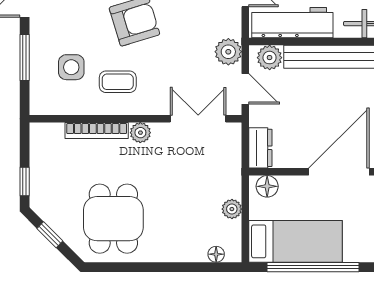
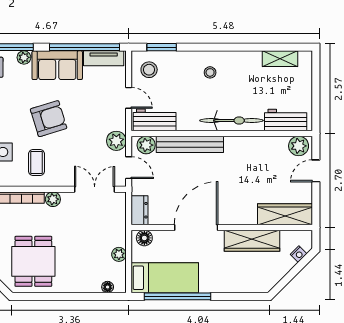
workbench: (292, 23) -> (155, 120), width x0.73
coffee table: (118, 82) -> (36, 163), turned 90

